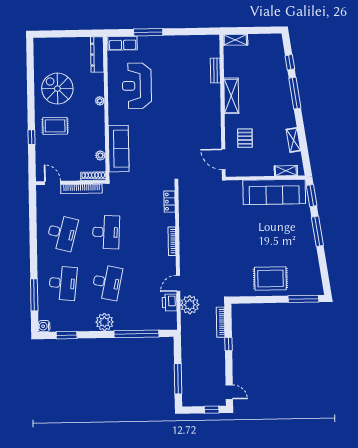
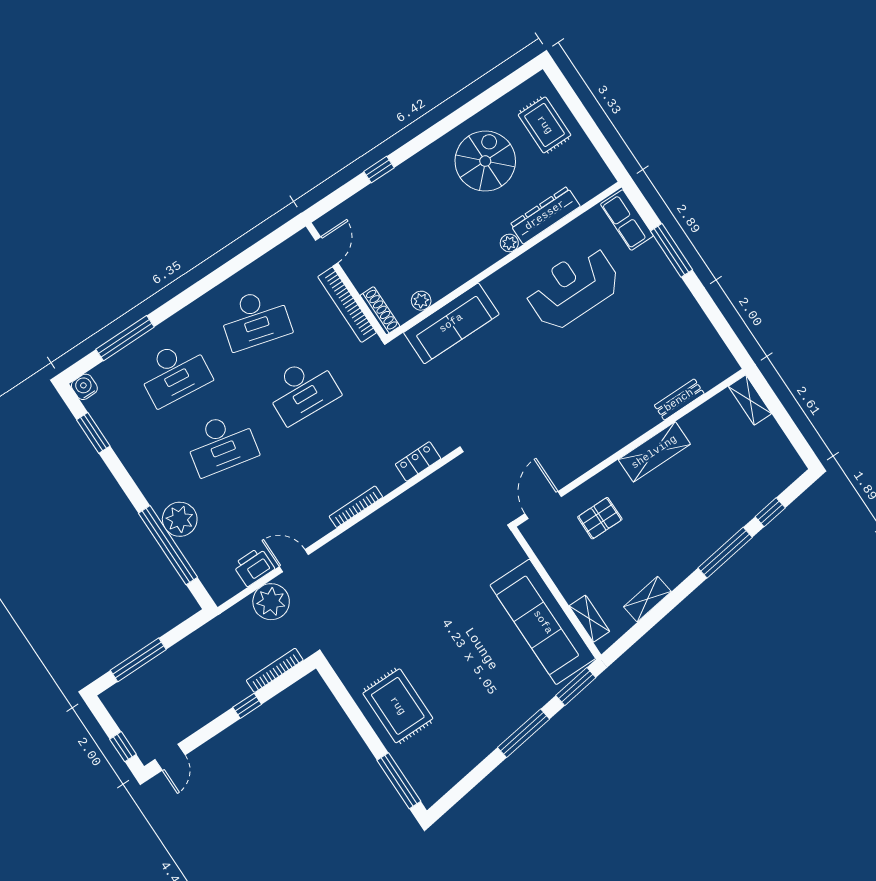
dresser: (97, 55) -> (545, 215), moved
rug: (55, 126) -> (545, 125), moved
plant: (105, 322) -> (180, 519), moved

